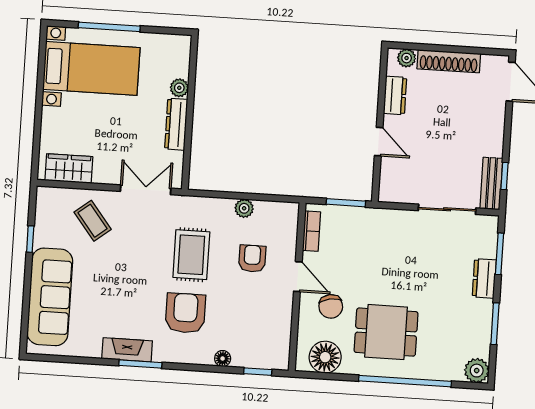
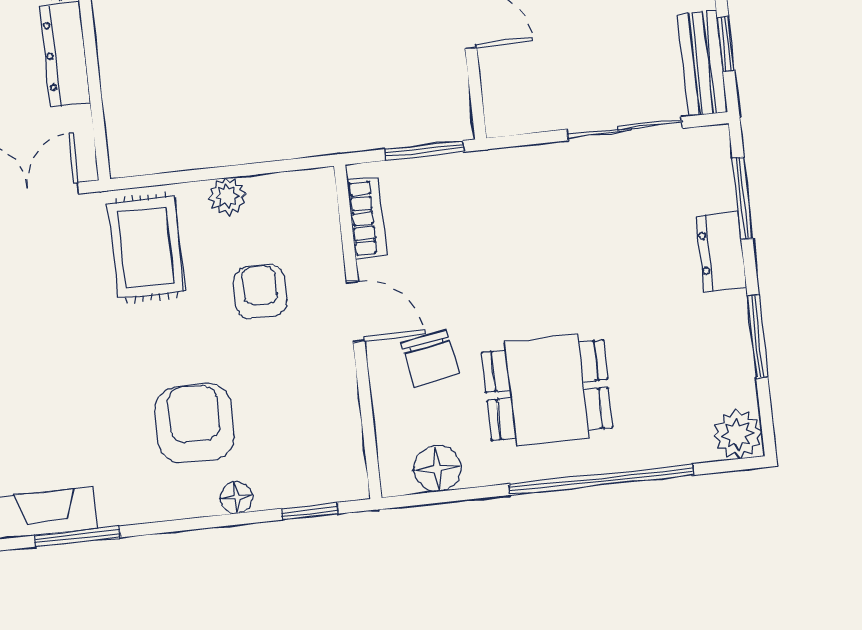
rug: (191, 255) -> (146, 248), moved
armchair: (185, 313) -> (194, 423), moved
floor lamp: (325, 357) -> (438, 468), width x0.73, depth x0.73

